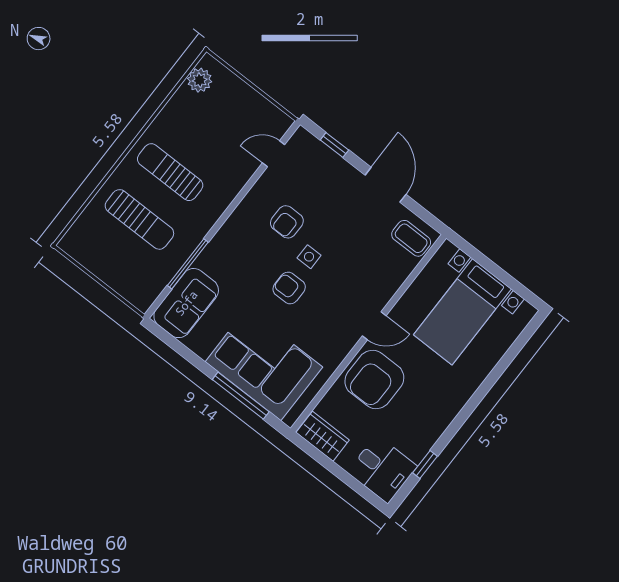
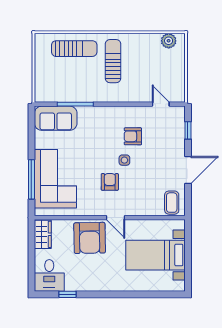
sun lounger: (139, 219) -> (74, 49), moved, turned -90
armchair: (289, 288) -> (110, 182), moved
armchair: (374, 379) -> (90, 238), turned -91

